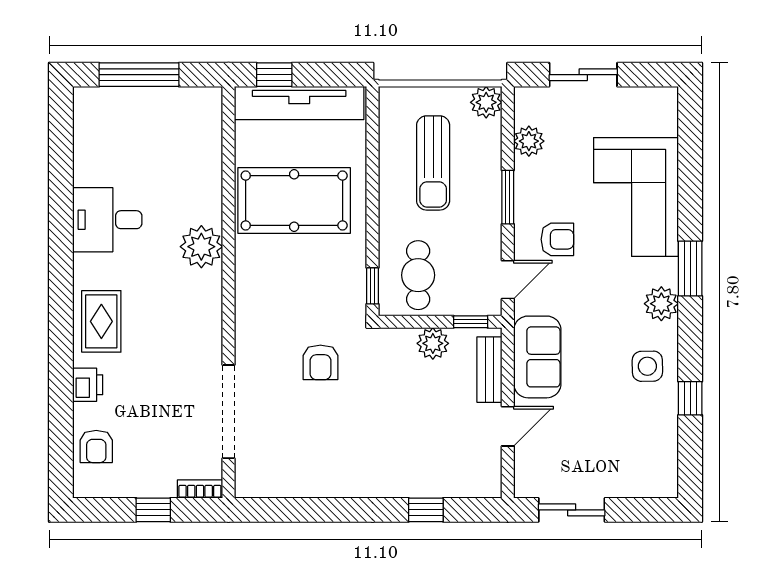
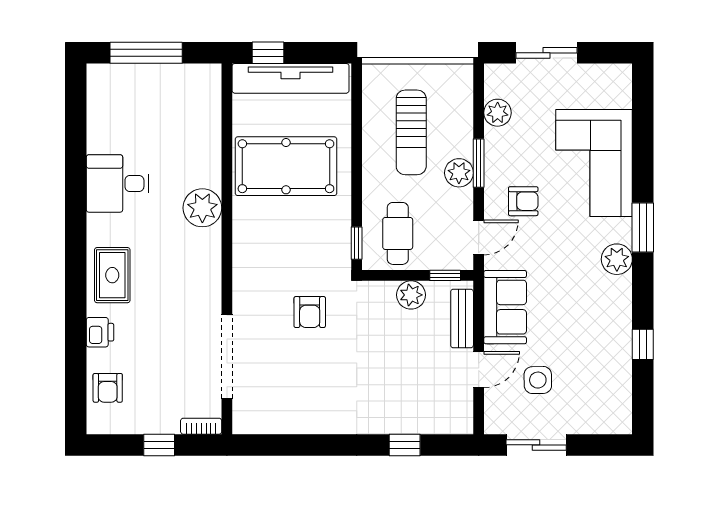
plant: (486, 102) -> (459, 173), moved
side table: (647, 366) -> (538, 380), moved

